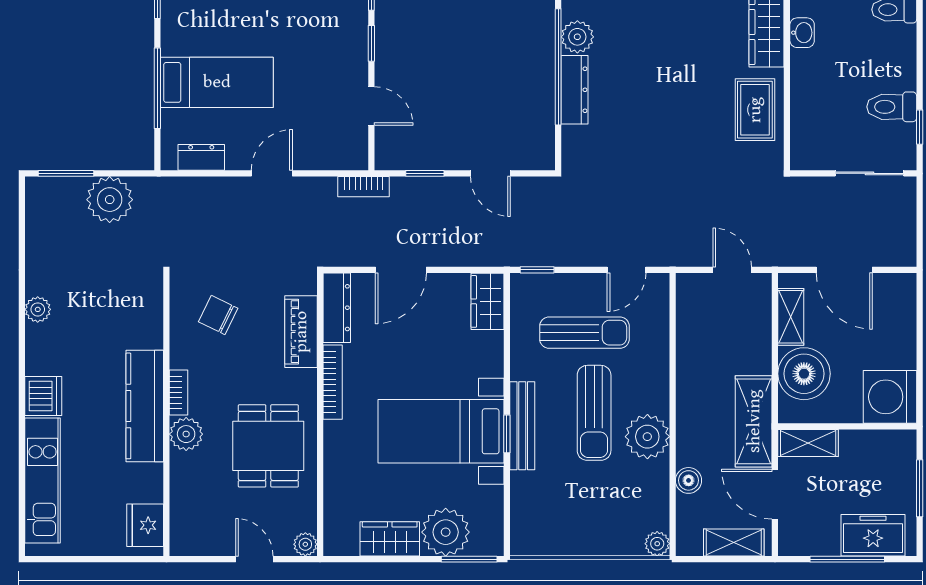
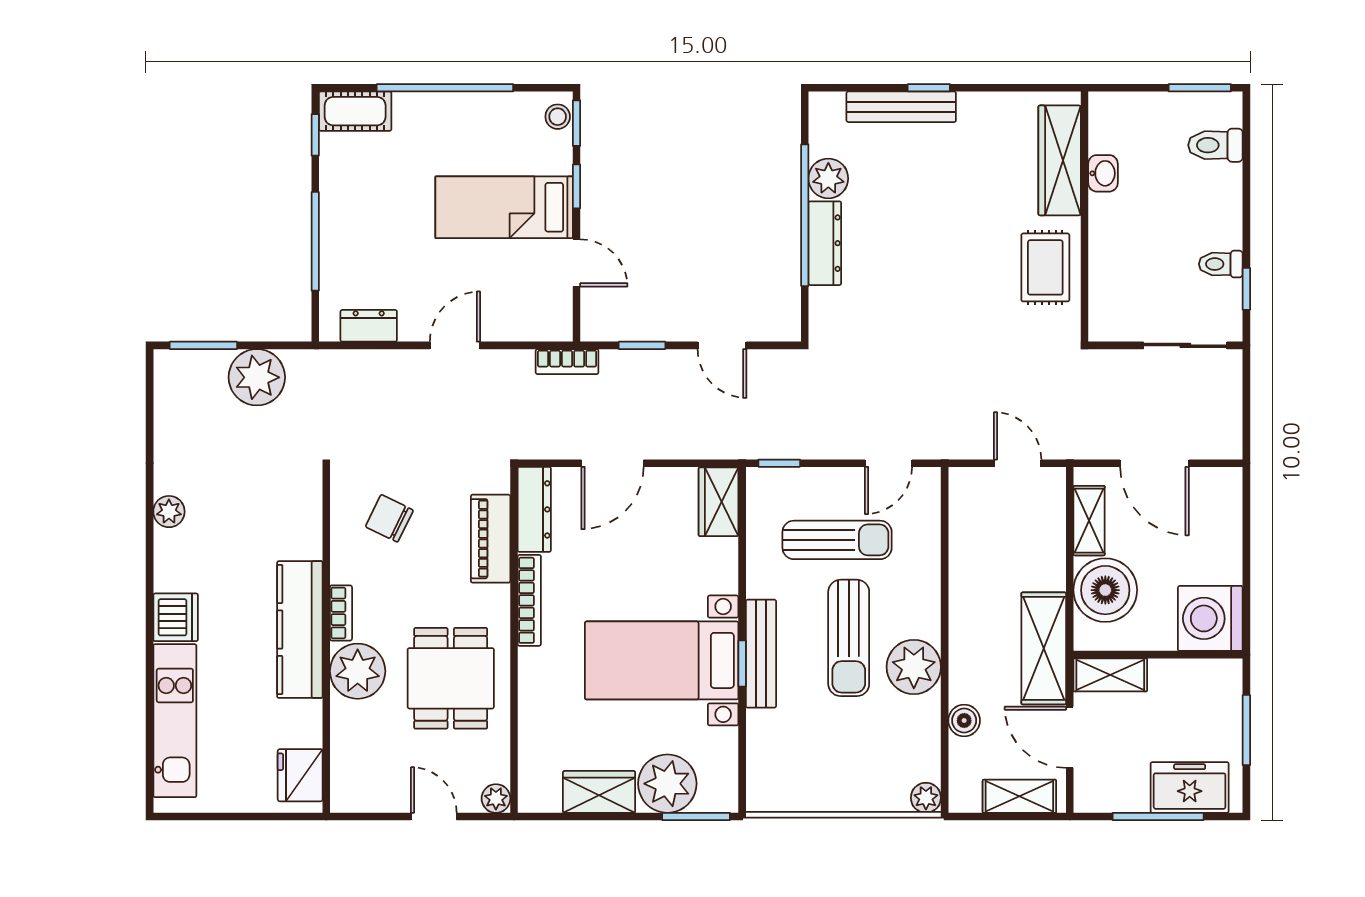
bed: (217, 82) -> (504, 207), moved, turned 180
toilet: (892, 107) -> (1221, 264), width x0.73, depth x0.72
plant: (186, 434) -> (358, 671), width x1.36, depth x1.36

